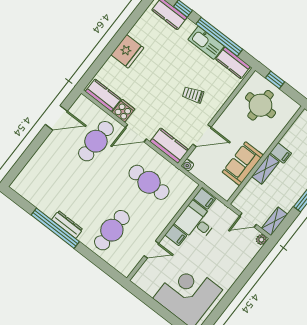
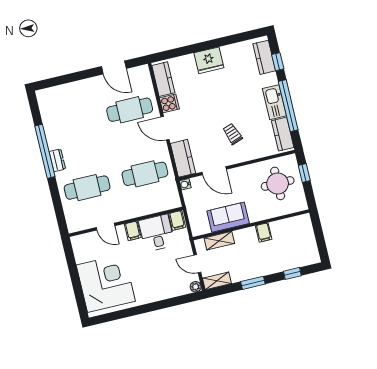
shelving: (265, 169) -> (219, 241), moved
cafe table: (149, 182) -> (145, 174), turned 90
dresser: (67, 225) -> (57, 160), width x0.70

